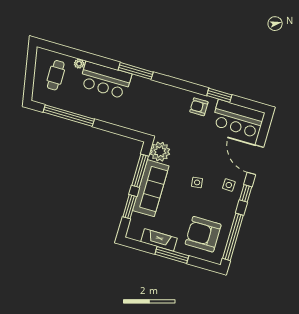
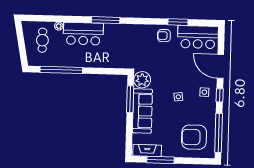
window: (130, 207) -> (129, 130), removed
fireplace: (159, 240) -> (147, 151), moved
window: (172, 255) -> (160, 160), moved

